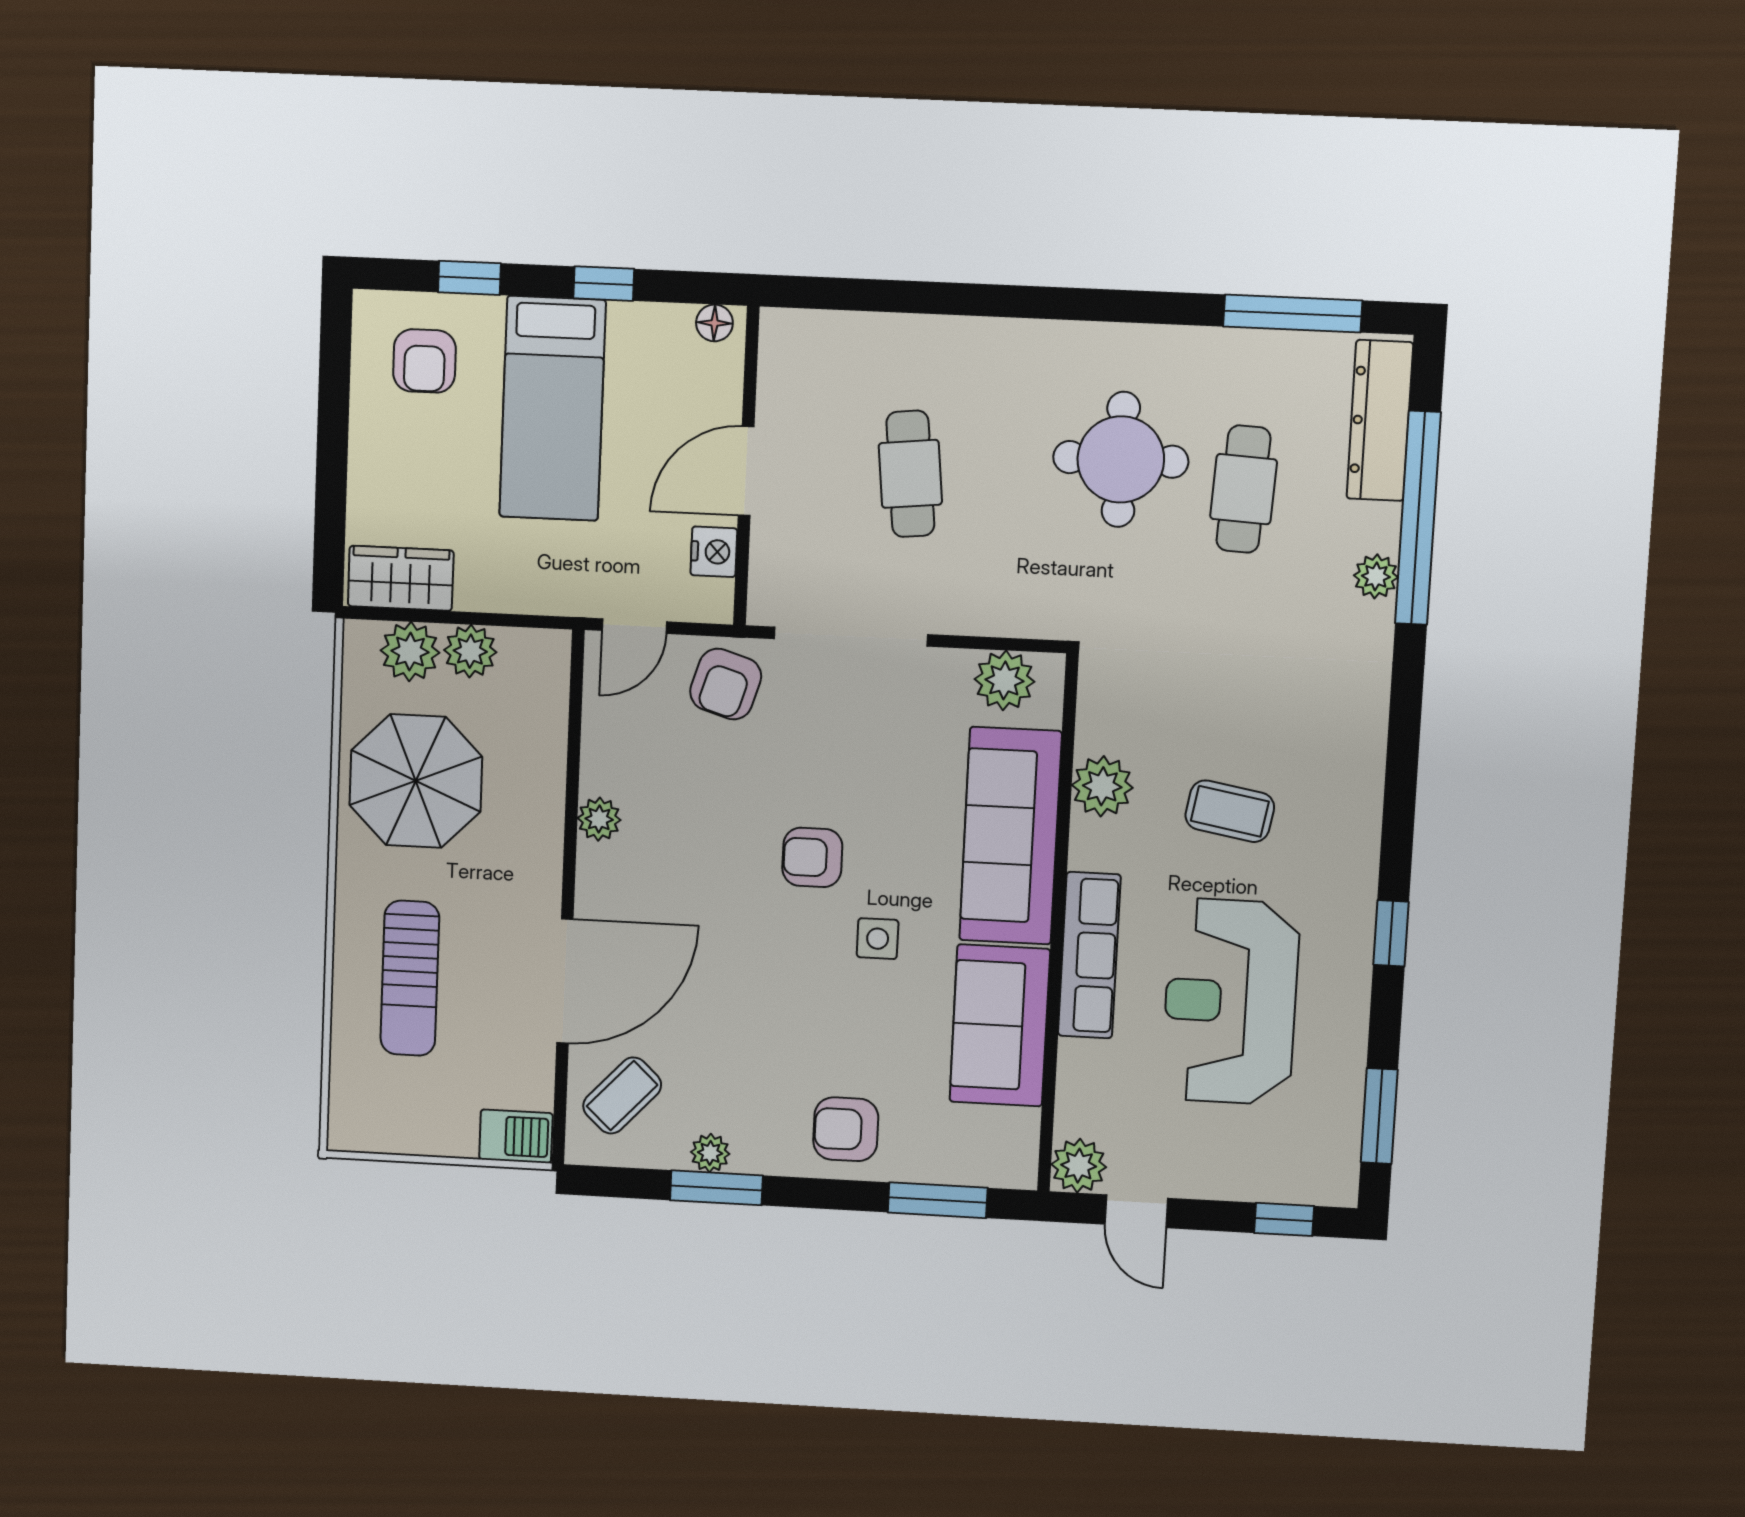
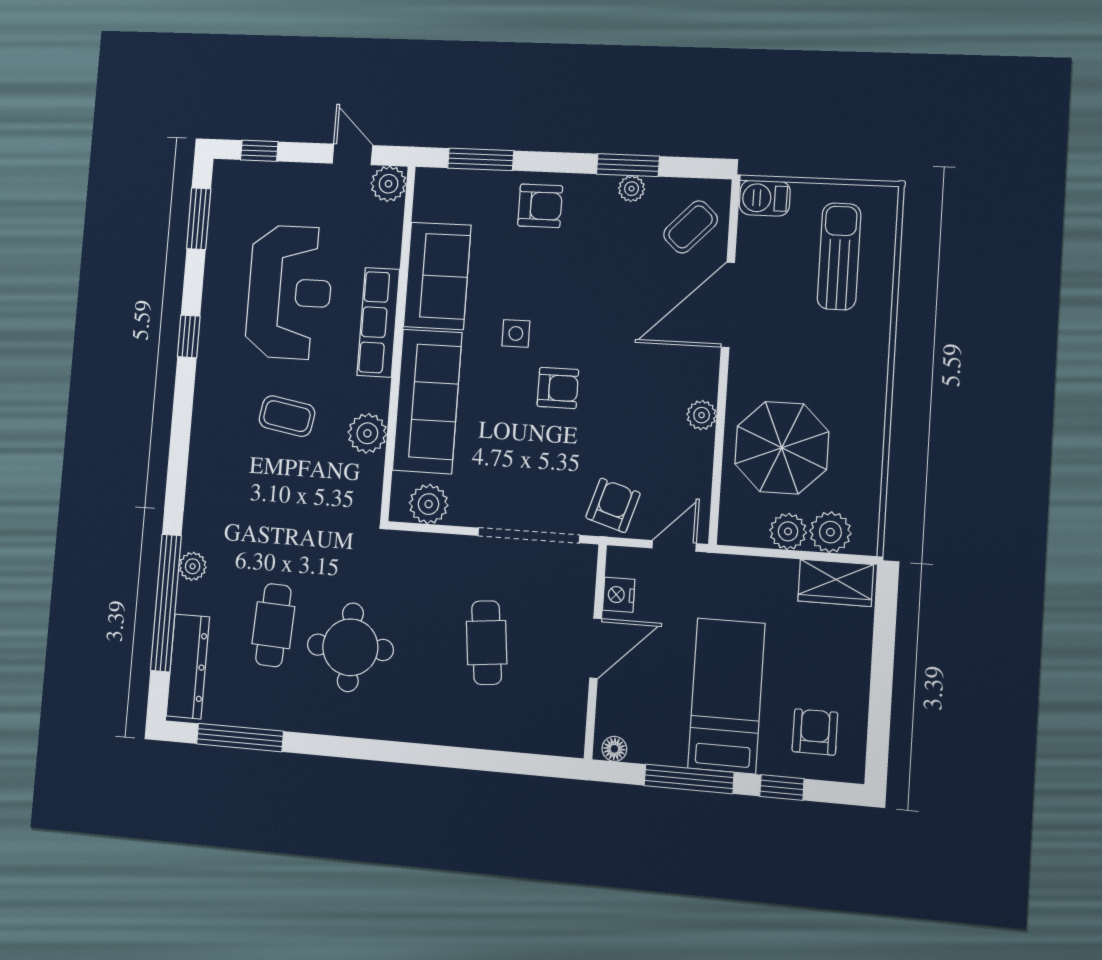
window: (604, 284) -> (689, 779), width x2.17
parasol: (416, 781) -> (782, 448), moved
sun lounger: (410, 978) -> (839, 256), moved

